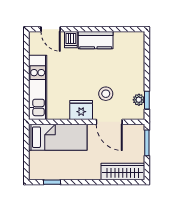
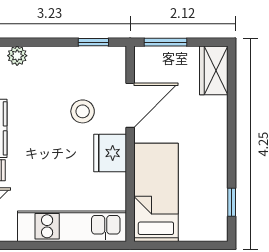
plant: (139, 100) -> (17, 56), moved
wardrobe: (123, 171) -> (214, 70), width x0.67

